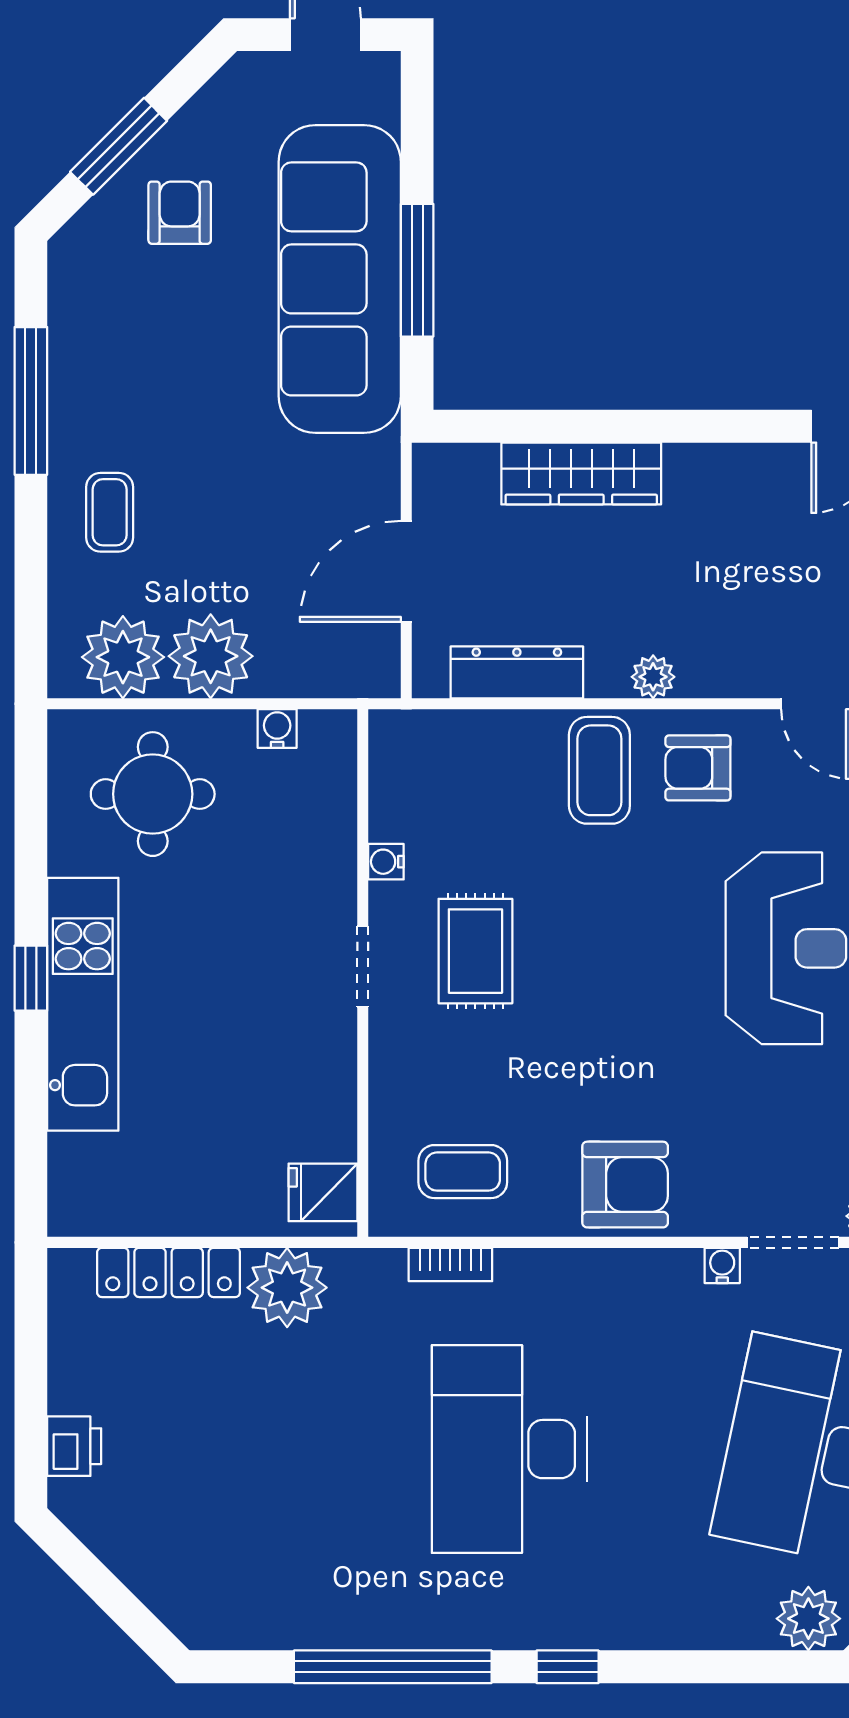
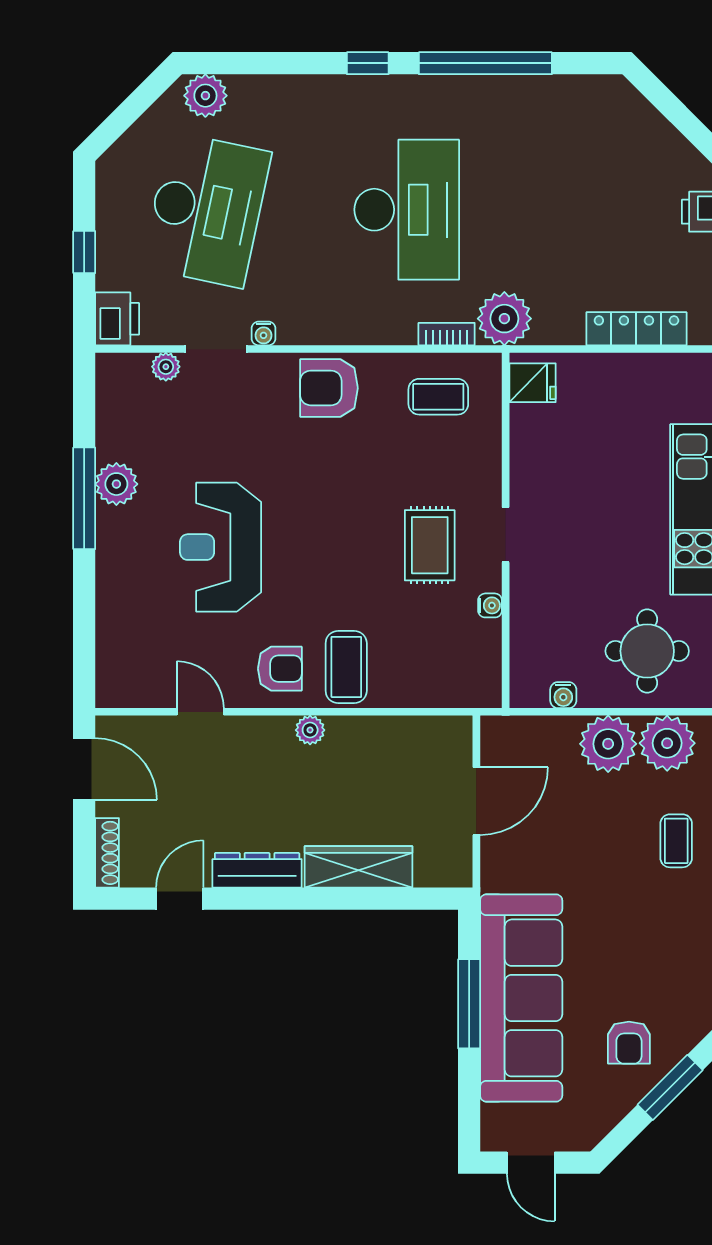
dresser: (517, 672) -> (257, 870), moved, turned 180
plant: (287, 1288) -> (504, 319), moved

